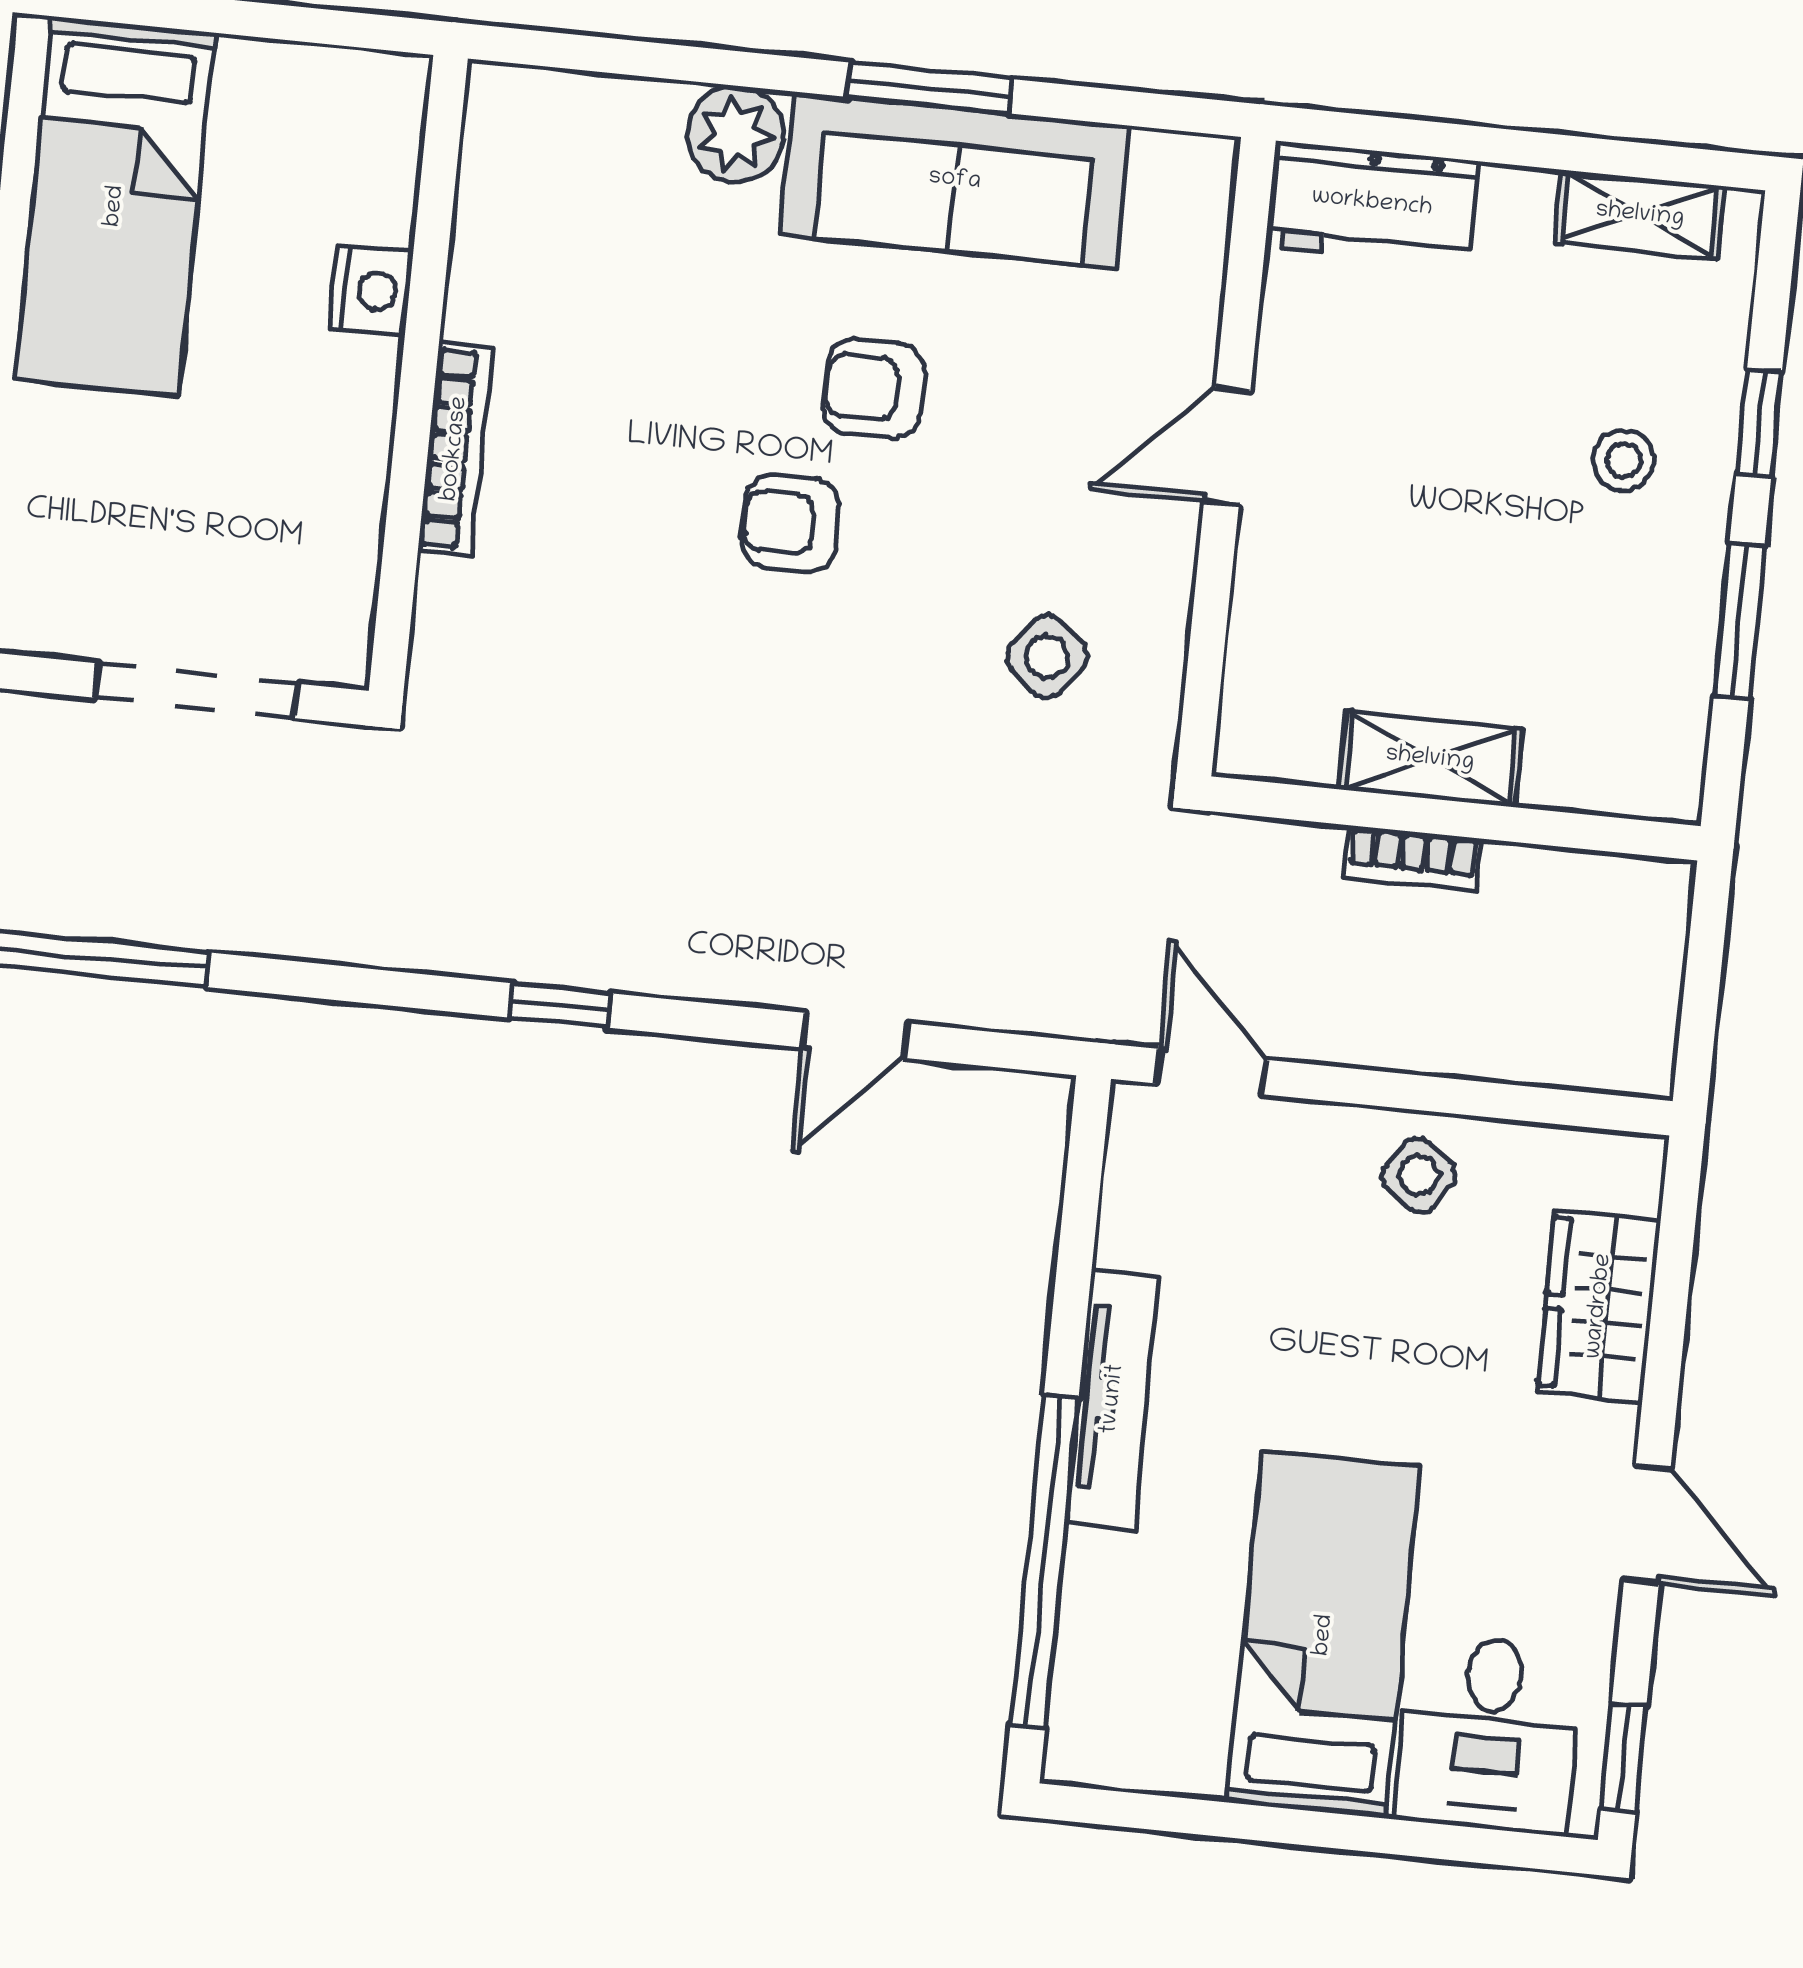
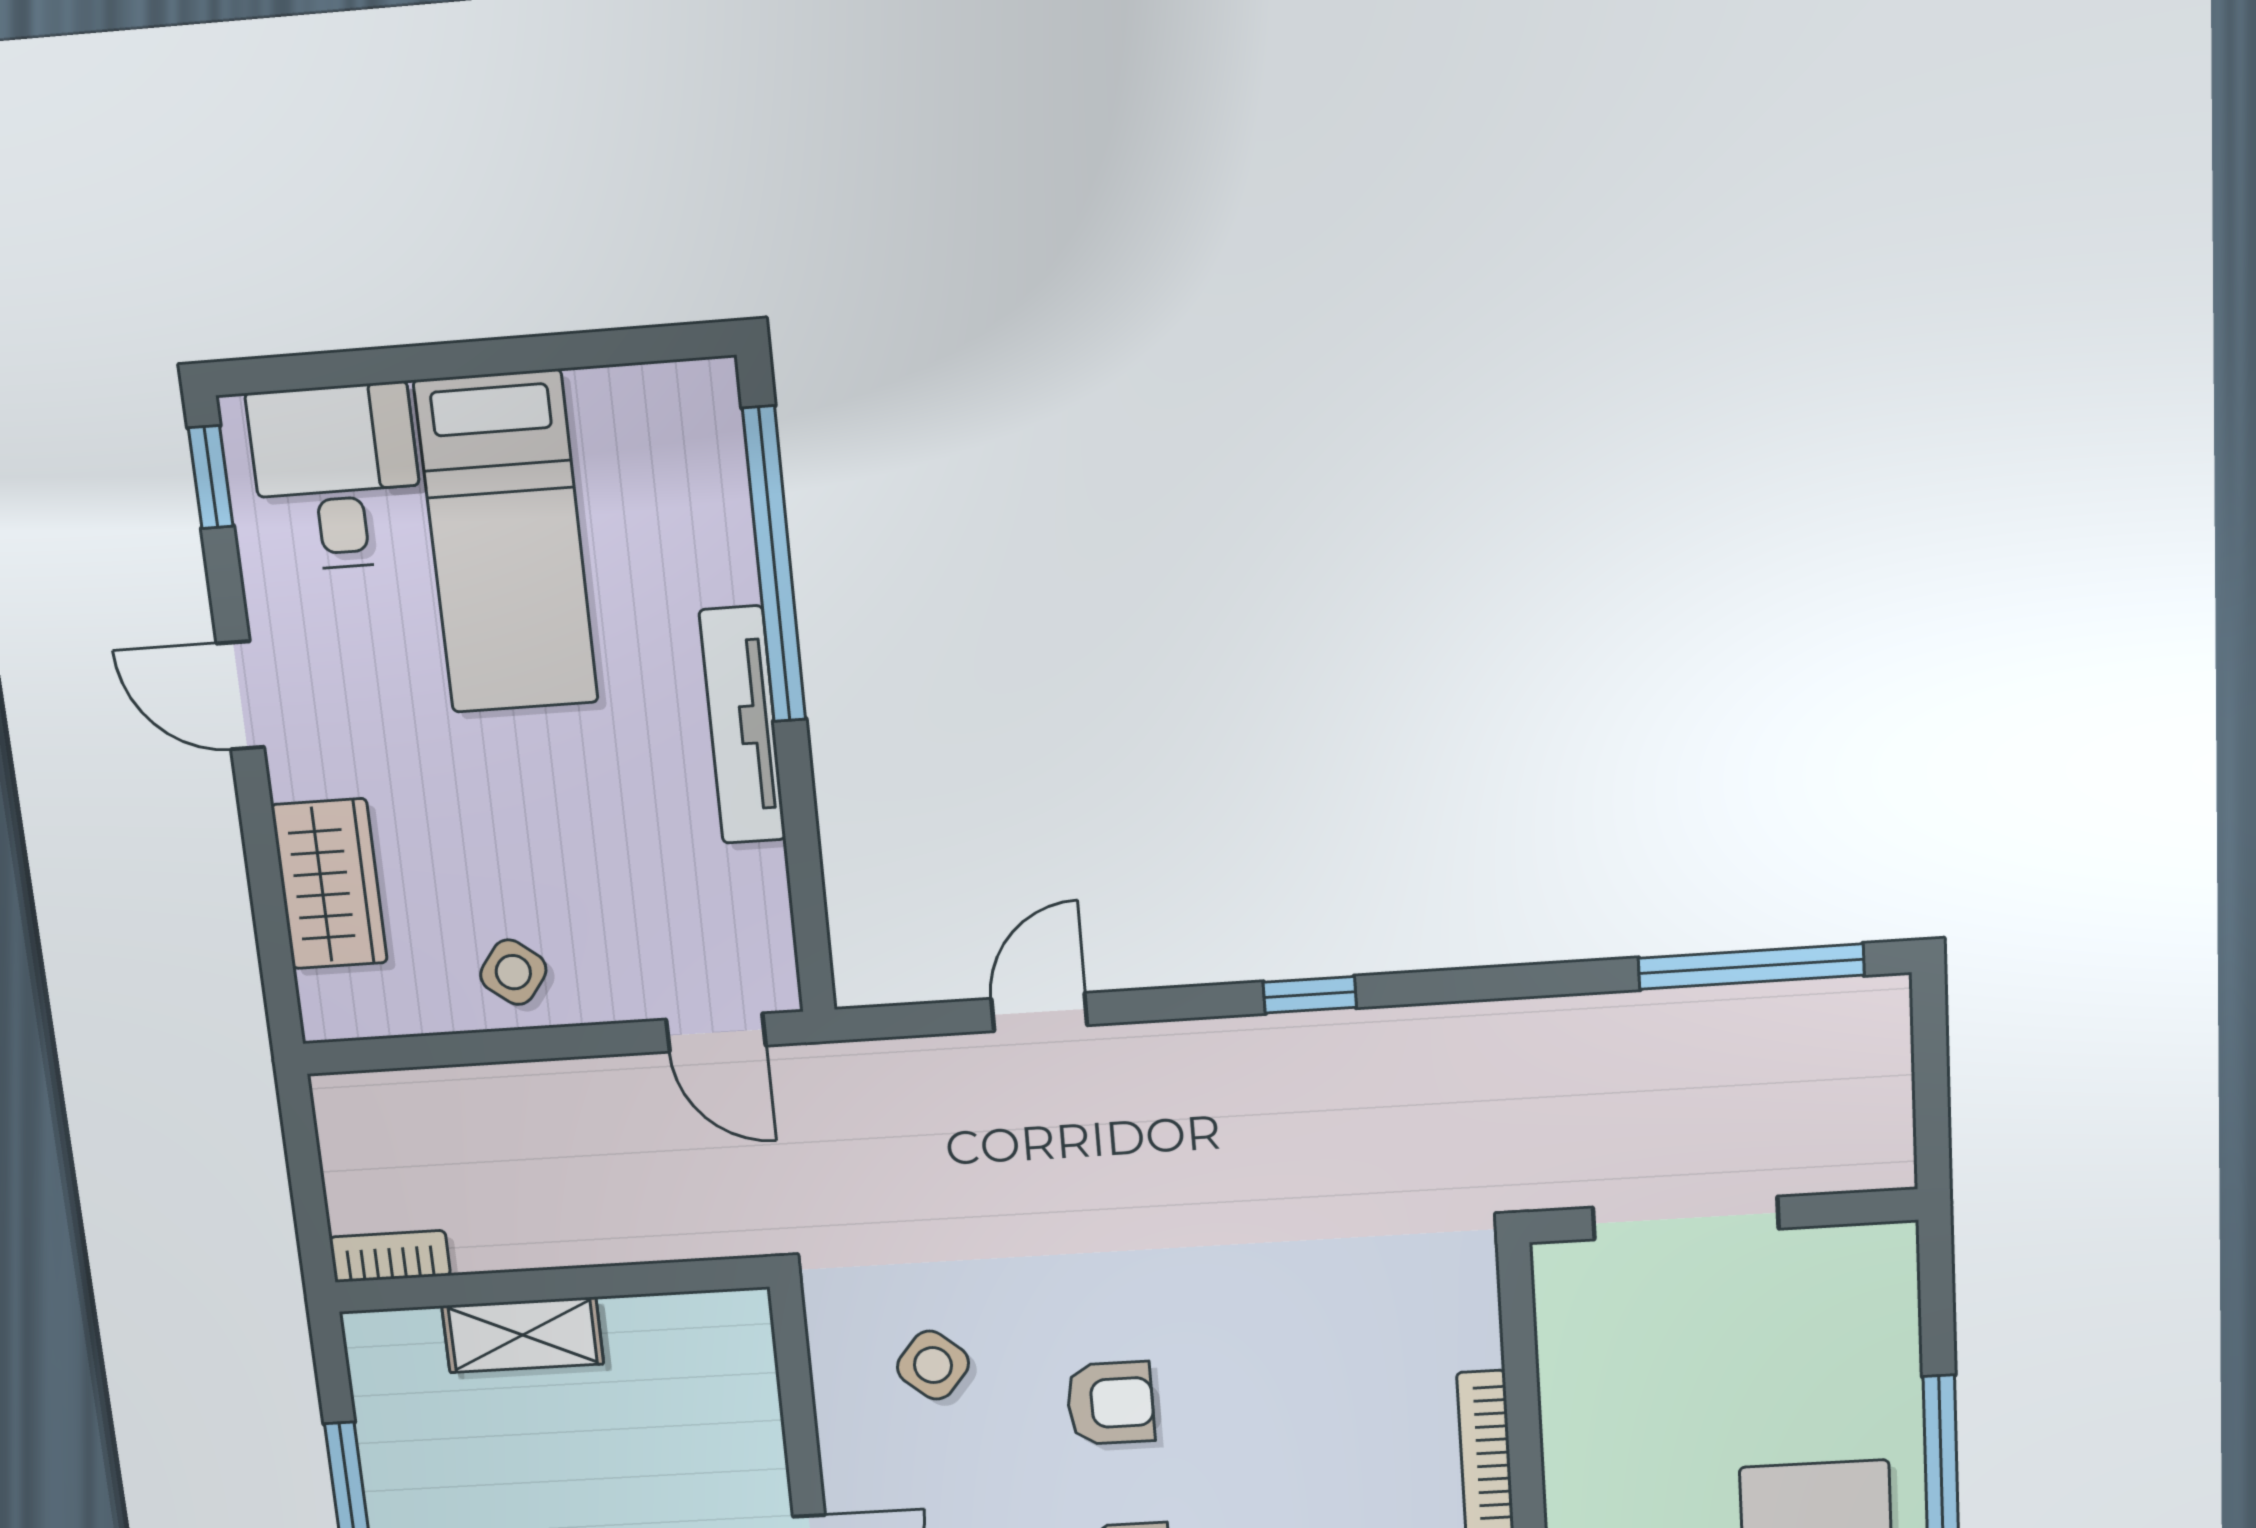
armchair: (790, 523) -> (1110, 1403), moved
shelving: (1430, 759) -> (523, 1335), moved
bookcase: (1413, 858) -> (390, 1256), moved

